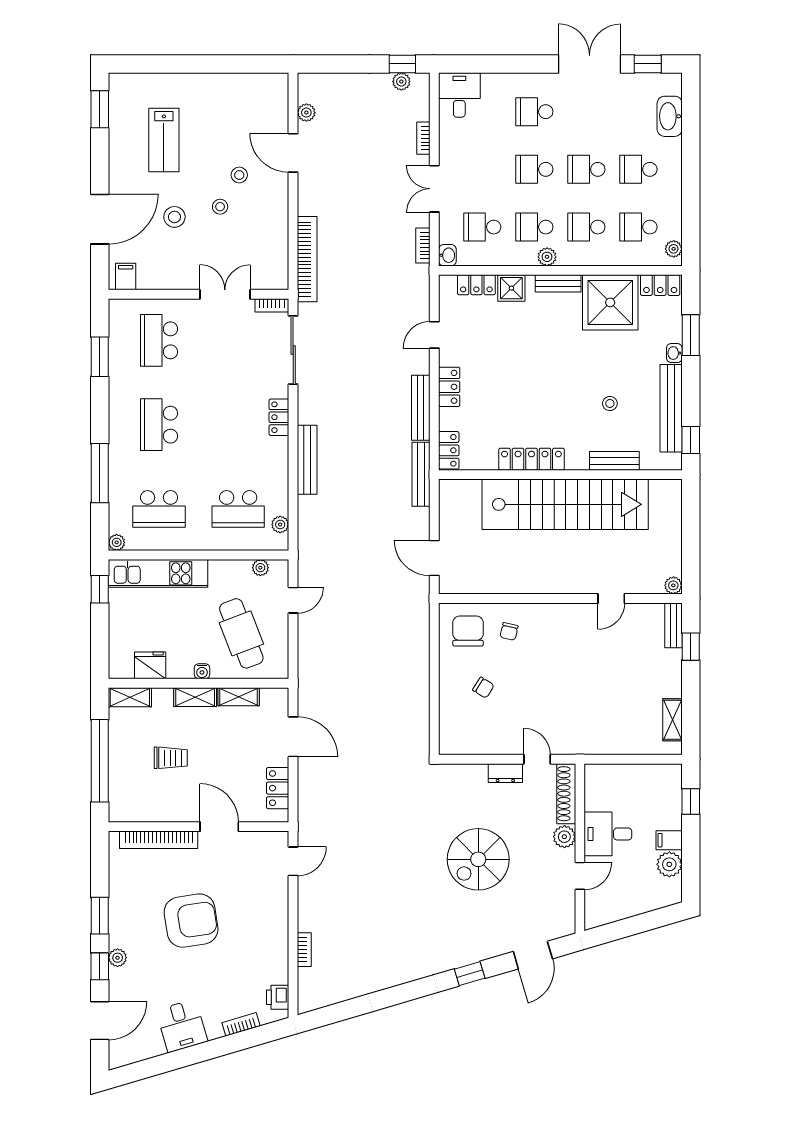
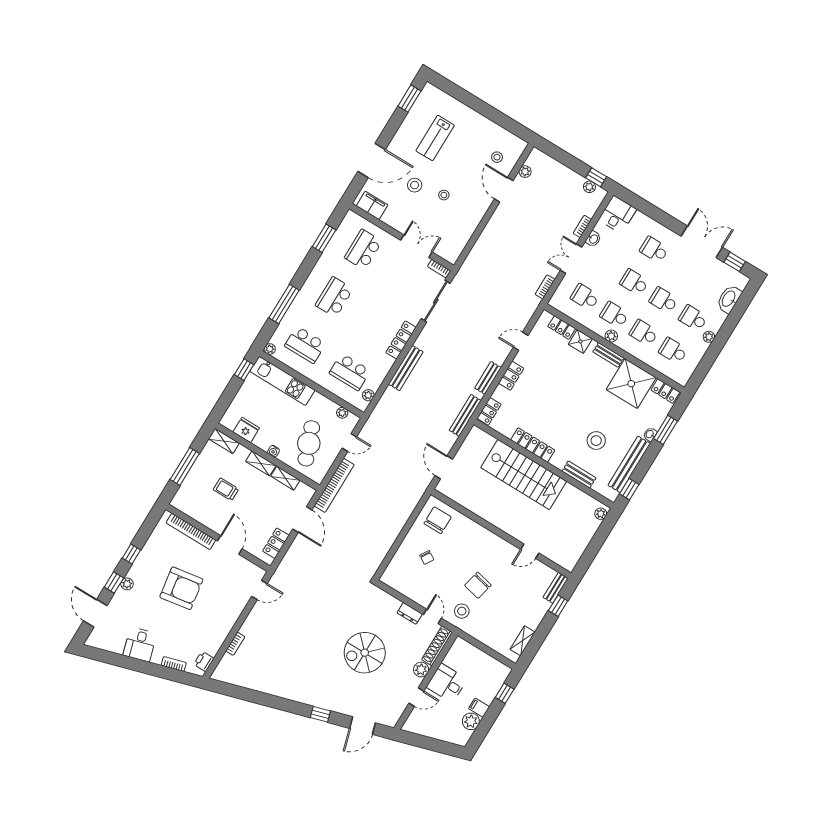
stool: (239, 175) -> (497, 157), moved
plant: (674, 249) -> (709, 337), moved
washbasin: (447, 255) -> (593, 239), moved
bookcase: (307, 259) -> (334, 485), moved
filing cabinet: (126, 277) -> (372, 205), width x2.00
stool: (610, 403) -> (596, 441), width x1.89, depth x1.89
bench: (421, 408) -> (488, 378), width x0.73
locker: (279, 417) -> (401, 340), width x1.53
stairs: (565, 504) -> (524, 474), width x0.73
plant: (673, 585) -> (601, 514), moved
chair: (509, 631) -> (478, 585), moved, width x1.87, depth x1.87
stool: (571, 729) -> (462, 611), added
trolley: (171, 758) -> (226, 489), turned 180
window: (100, 761) -> (185, 466), width x0.68
window: (100, 916) -> (131, 554), width x0.67
door: (100, 1021) -> (95, 613), swing flipped

